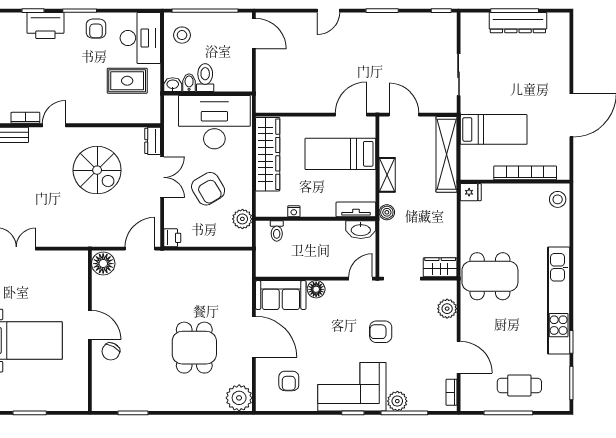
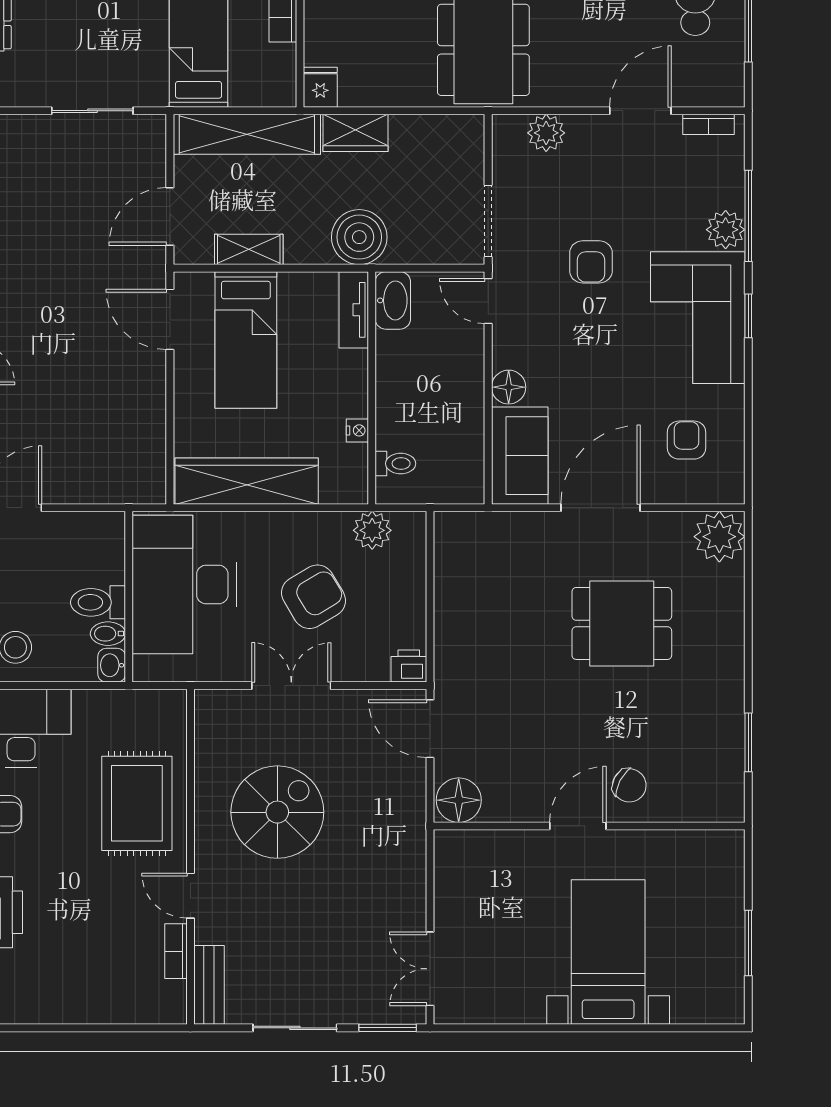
rug: (127, 81) -> (137, 803), moved, width x1.36, depth x1.43
dresser: (153, 141) -> (221, 704), removed
shelving: (387, 175) -> (249, 249), moved
boiler: (387, 212) -> (359, 237), width x1.86, depth x1.86
wardrobe: (440, 267) -> (355, 133), moved, turned -90
armchair: (289, 381) -> (687, 440), turned -90

